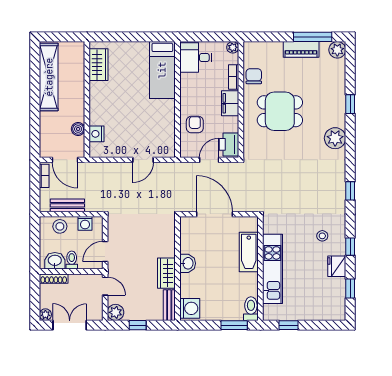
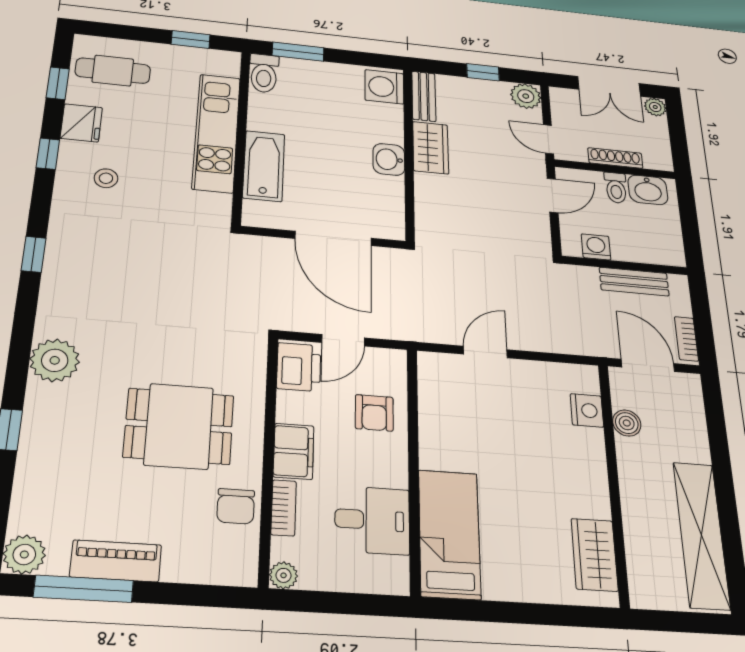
desk: (196, 58) -> (372, 520), moved
stool: (60, 226) -> (645, 246), removed
shoe rack: (54, 279) -> (615, 158), moved
cafe table: (325, 300) -> (113, 71), added

